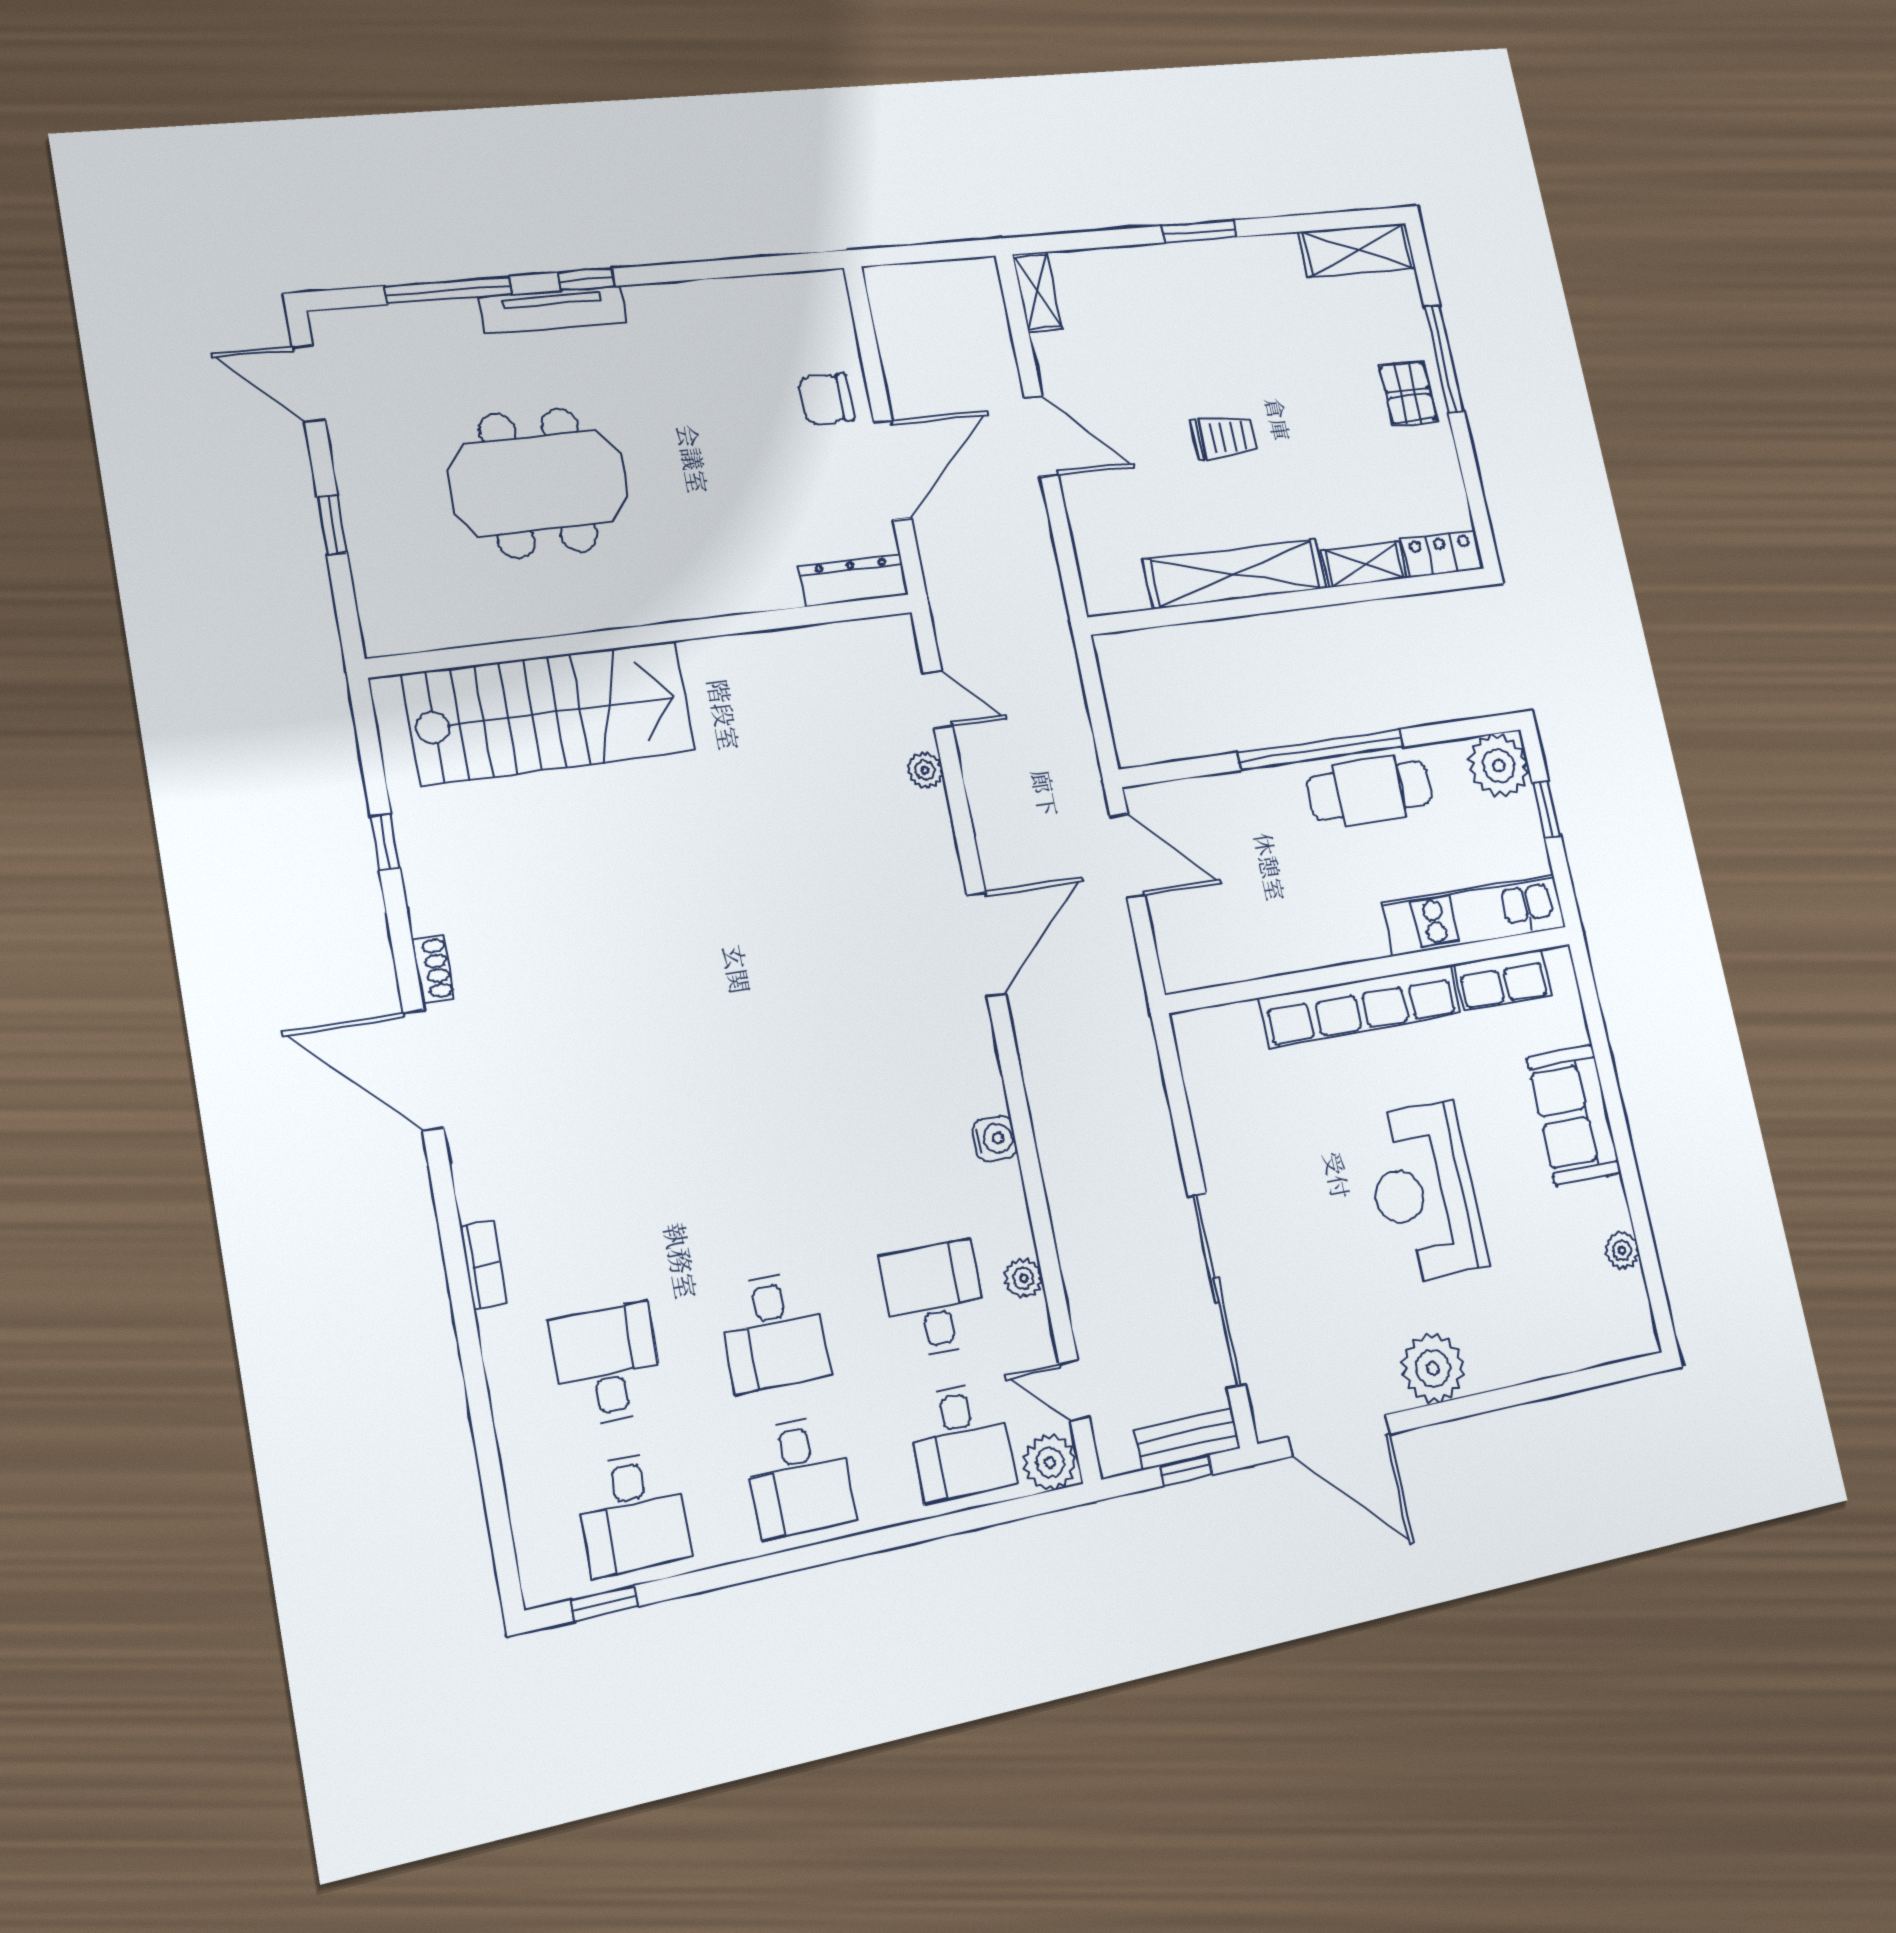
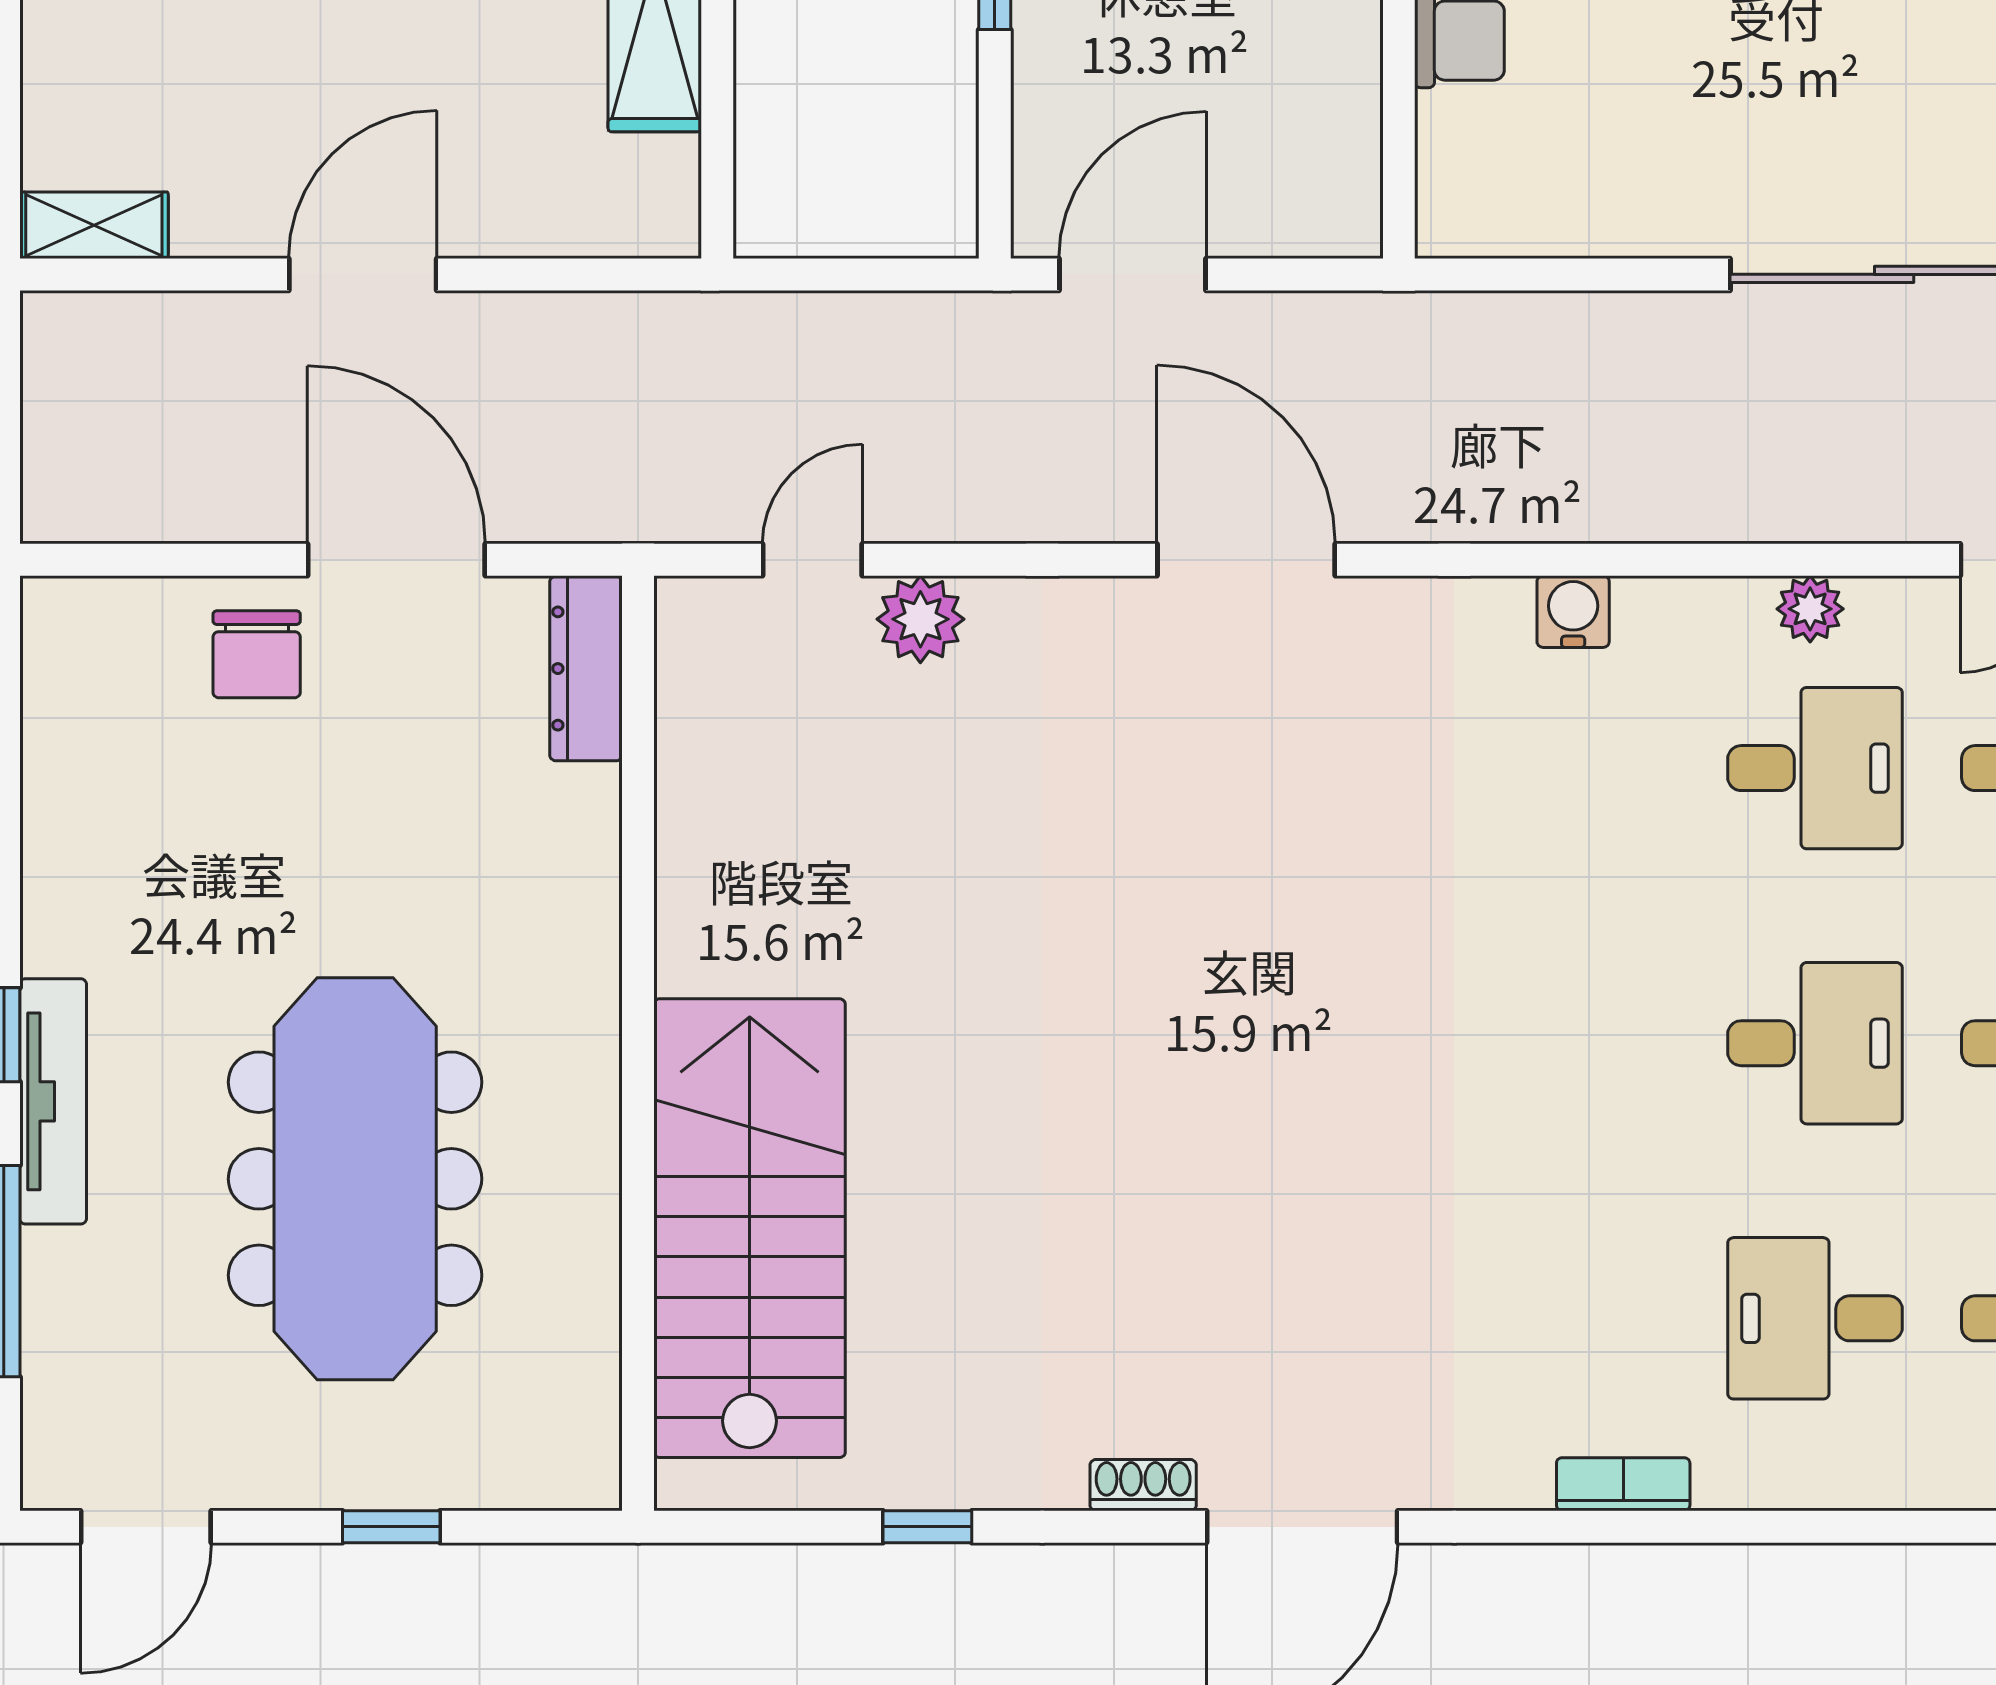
meeting table: (538, 483) -> (355, 1179), width x1.36
plant: (925, 770) -> (920, 619), width x1.38, depth x1.38
desk: (934, 1299) -> (1815, 768), turned 180

